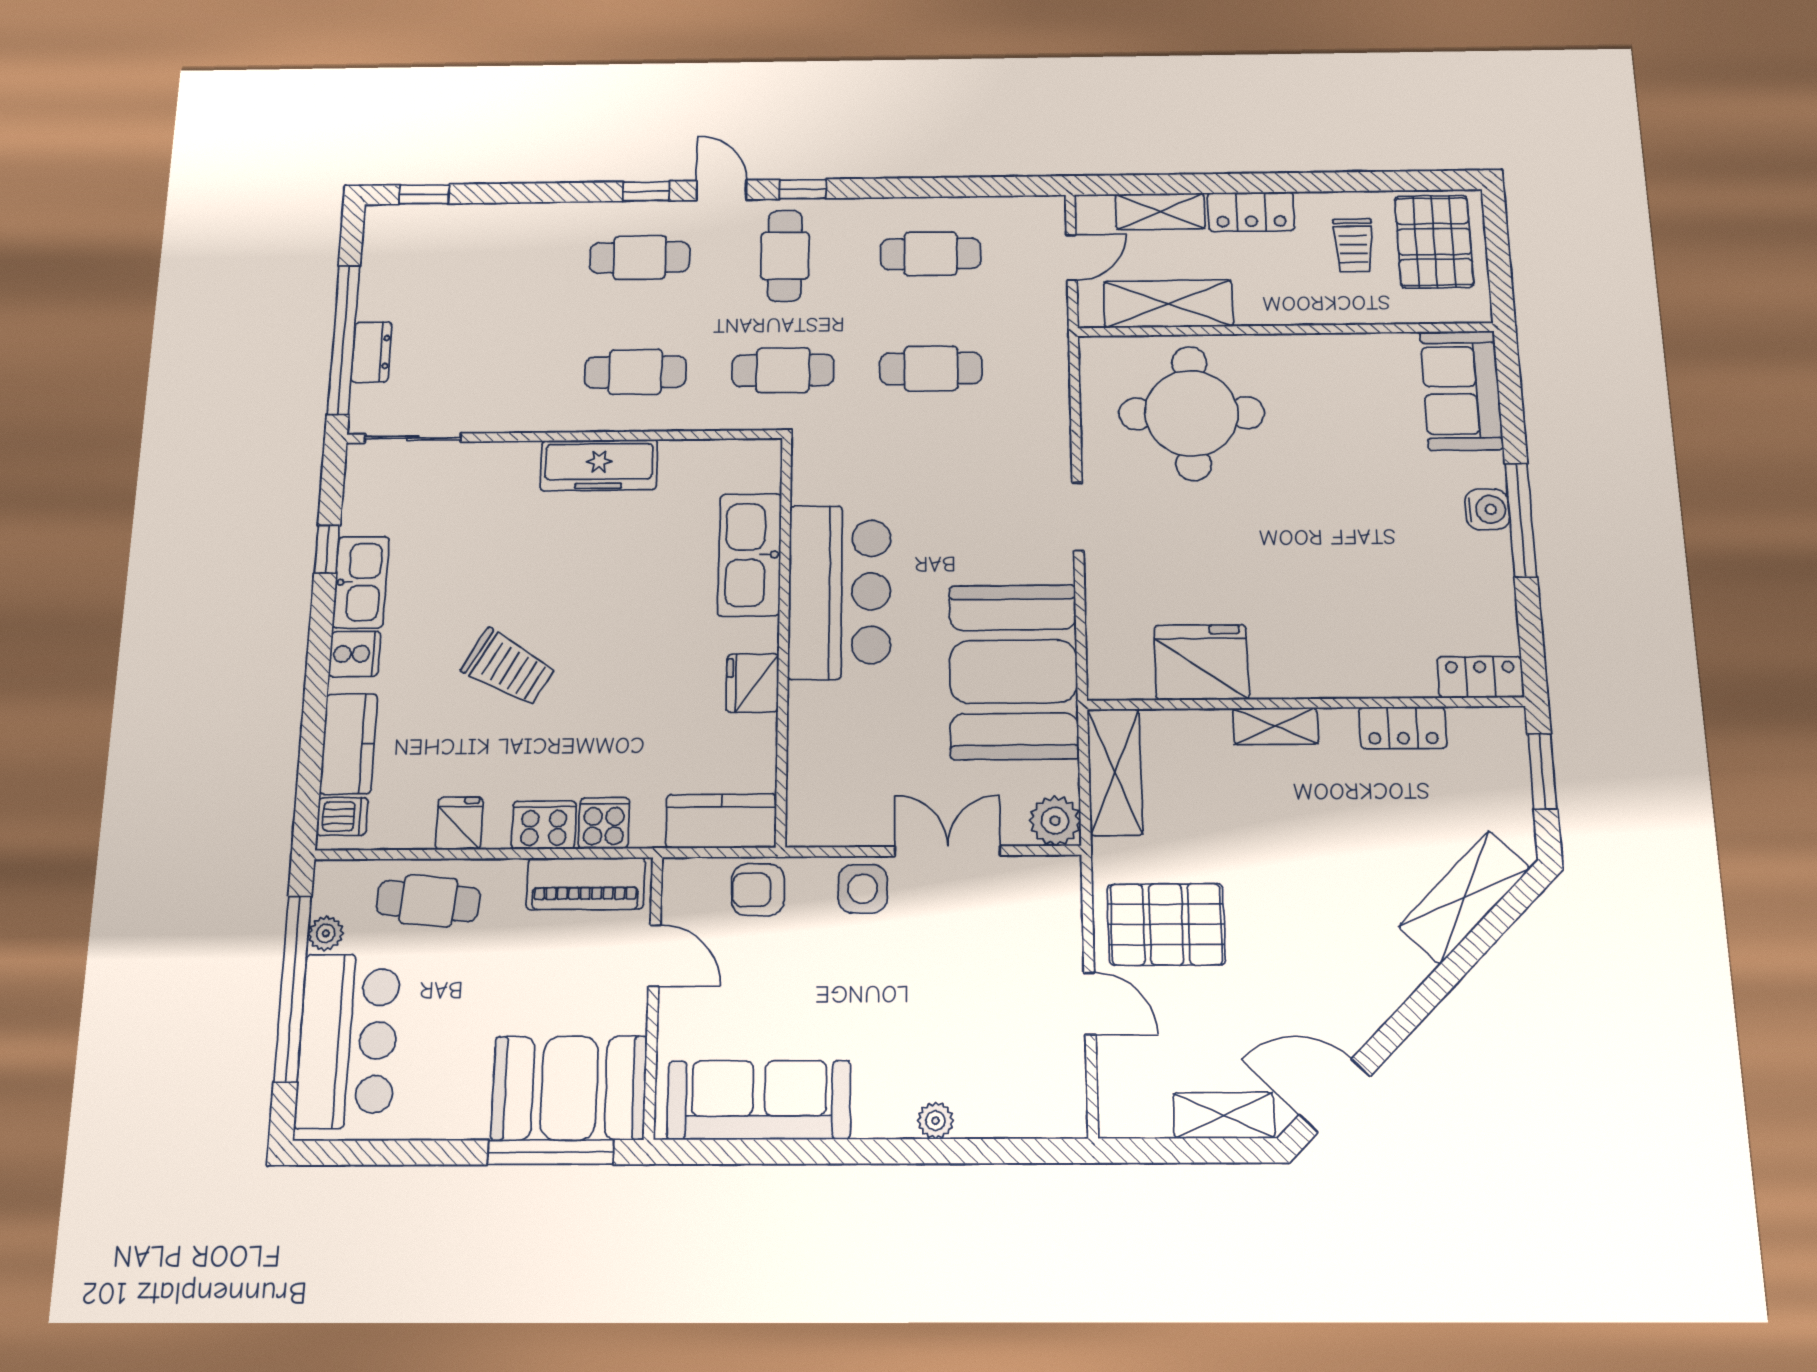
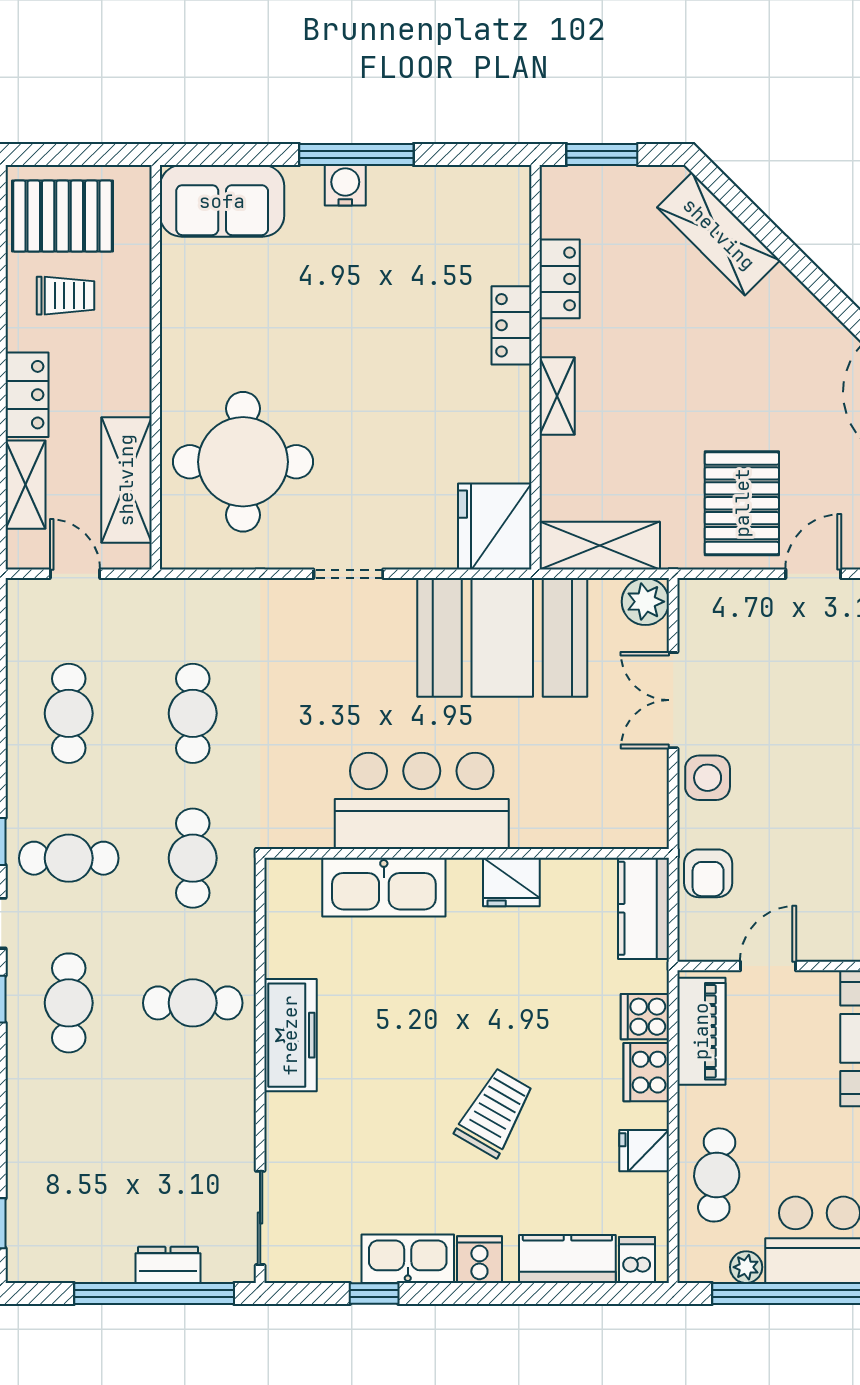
cafe table: (635, 372) -> (193, 1003), turned 90
fridge: (1201, 662) -> (495, 526), moved
locker: (1480, 677) -> (511, 325), moved

